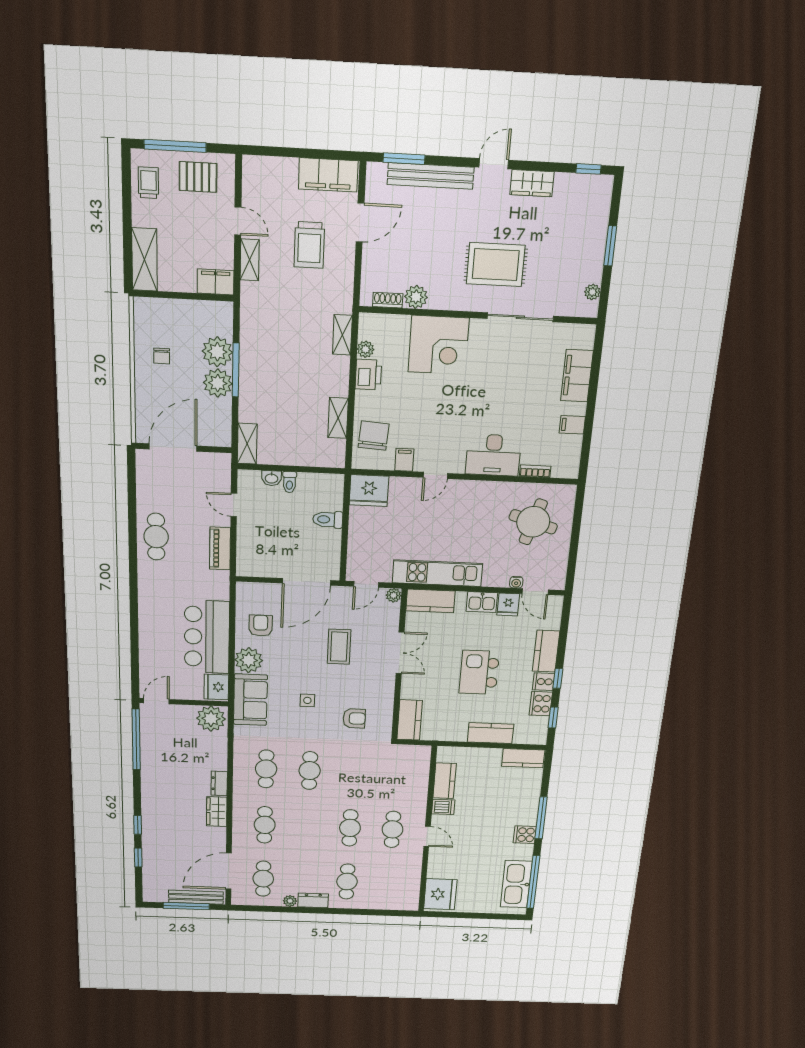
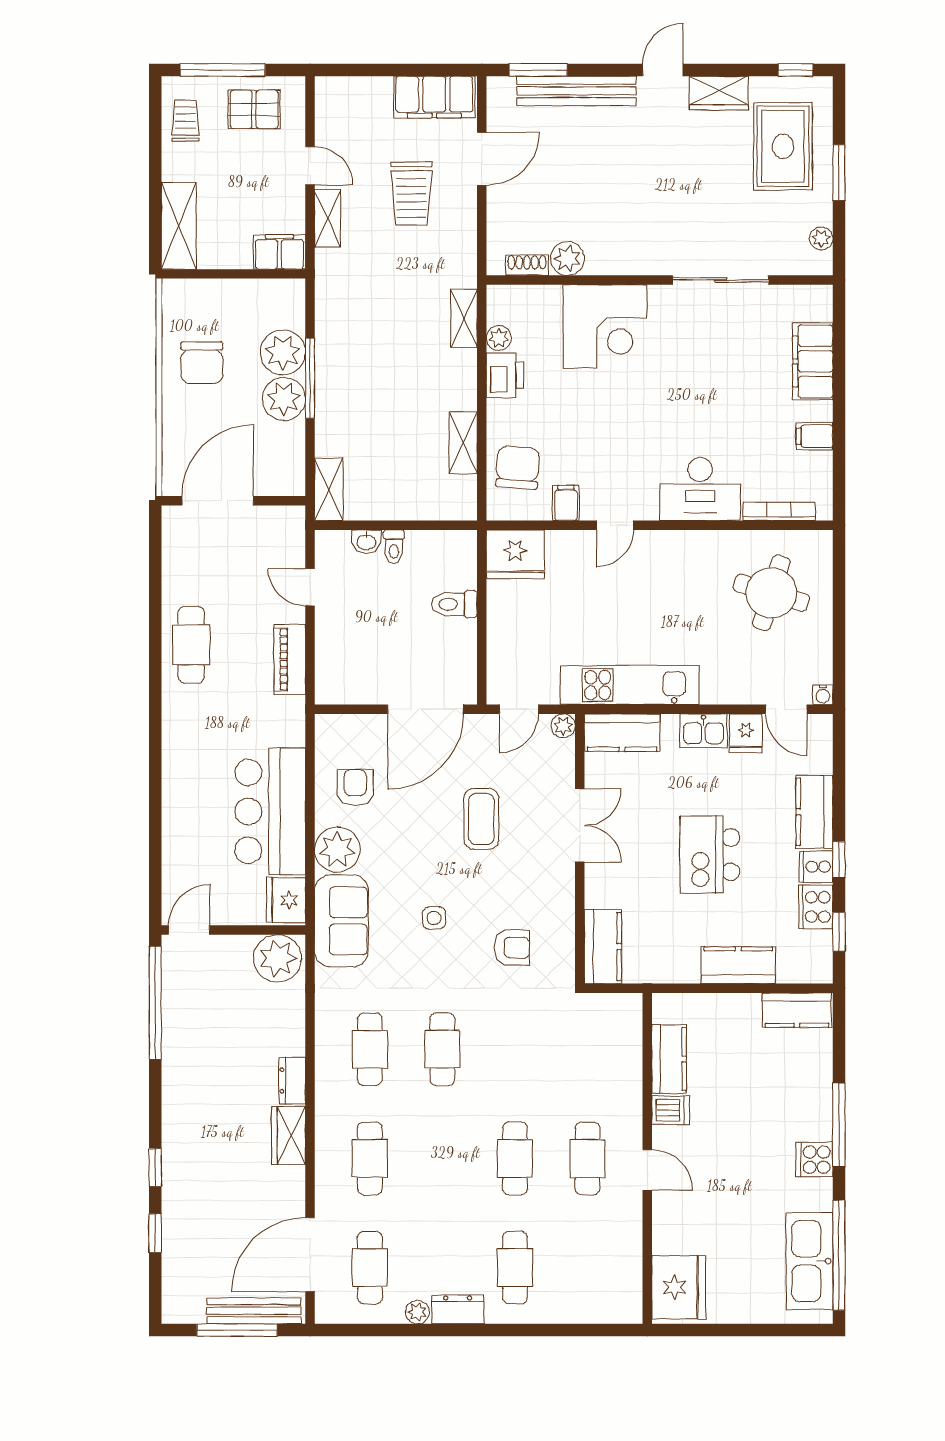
rug: (496, 265) -> (783, 146), moved, turned 90
chair: (162, 356) -> (202, 363), width x1.87, depth x1.87
bookcase: (535, 471) -> (779, 511), width x1.56
water cooler: (516, 582) -> (823, 695), moved

